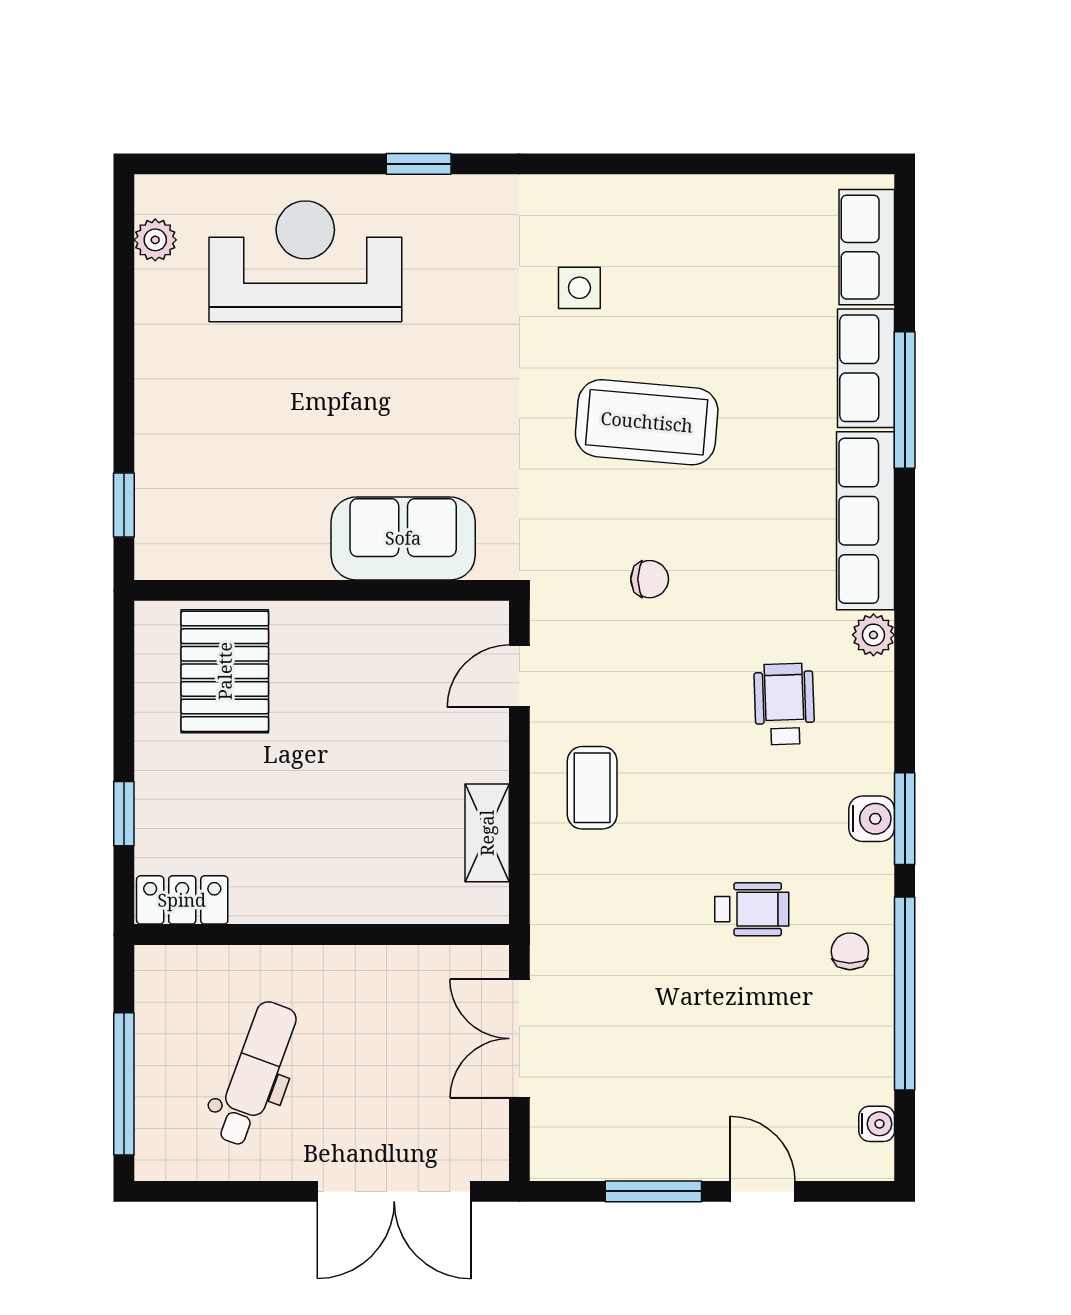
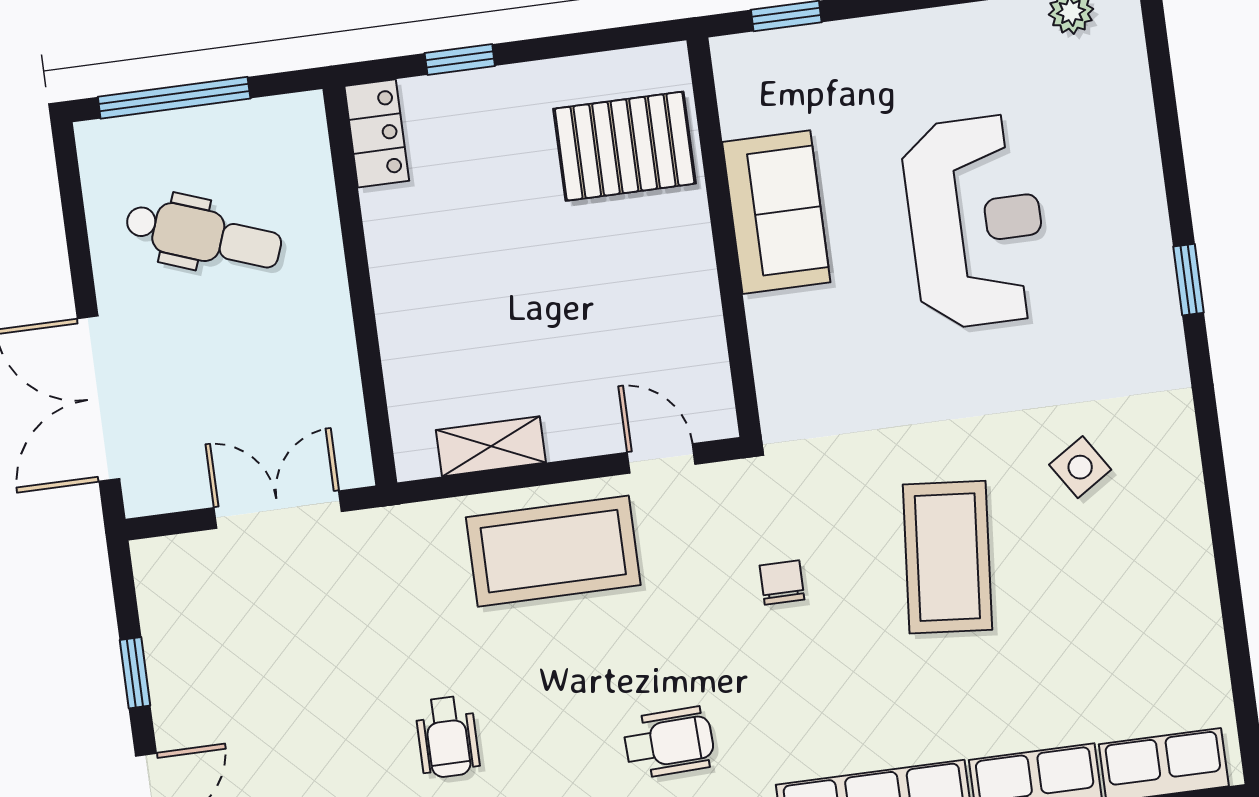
reception desk: (305, 261) -> (976, 222), moved
side table: (579, 288) -> (1080, 467), turned -33
sofa: (403, 538) -> (776, 212), moved
chair: (650, 579) -> (782, 582), turned 180
coffee table: (592, 788) -> (553, 551), width x1.86, depth x1.72
window: (653, 1191) -> (135, 673), width x0.67

